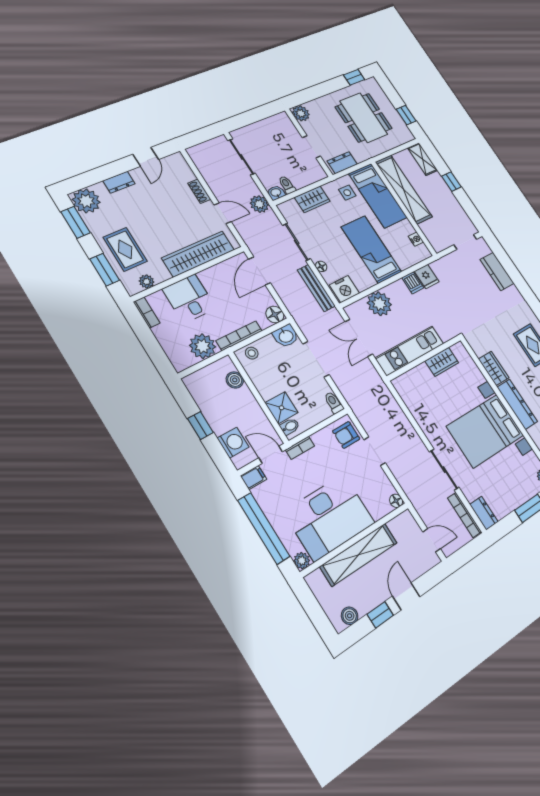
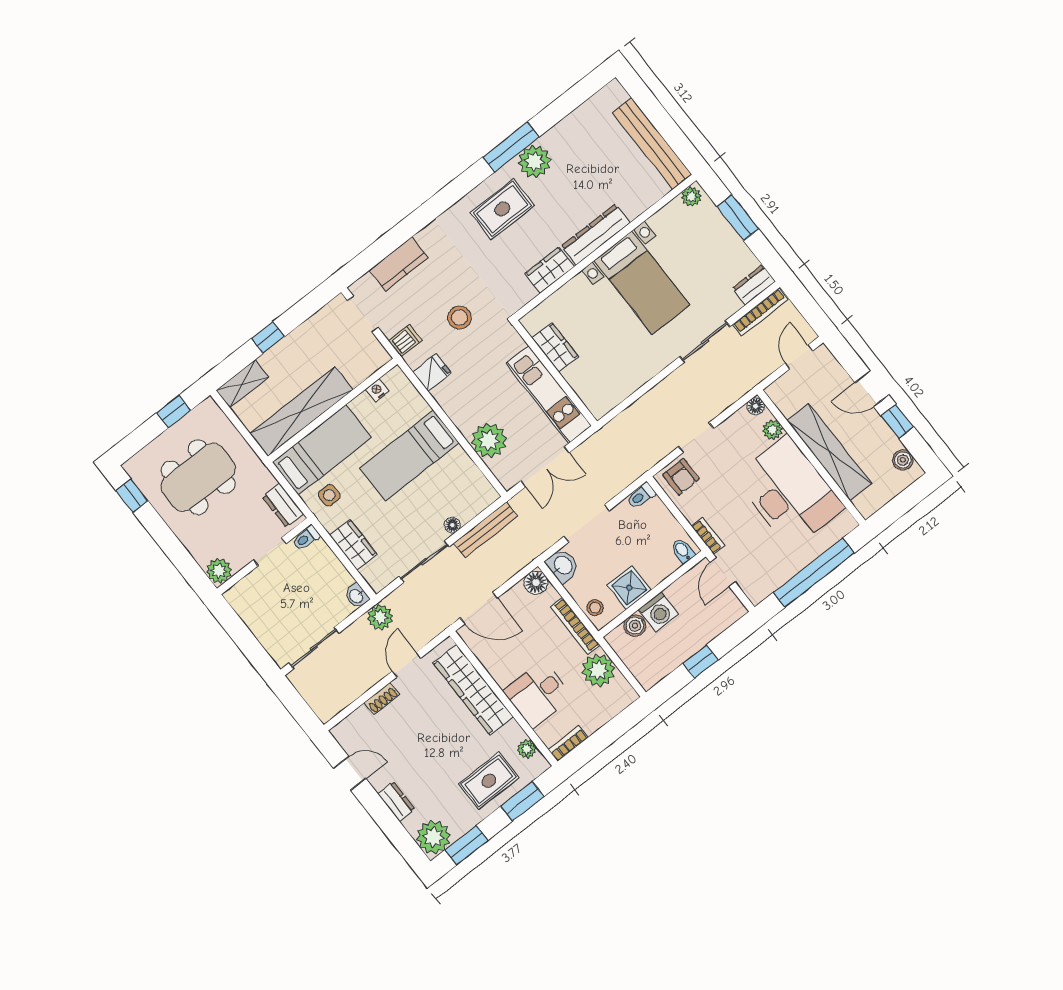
toilet: (287, 185) -> (306, 538), moved
dishwasher: (413, 283) -> (405, 340), moved
nightstand: (344, 289) -> (478, 491), removed
stool: (463, 302) -> (459, 318), added
shower: (282, 408) -> (629, 588), moved
bed with nightstands: (485, 431) -> (642, 283), width x0.73
washing machine: (233, 443) -> (658, 612), moved, turned 180
filing cabinet: (253, 478) -> (754, 591), removed
plant: (302, 561) -> (772, 430), moved

